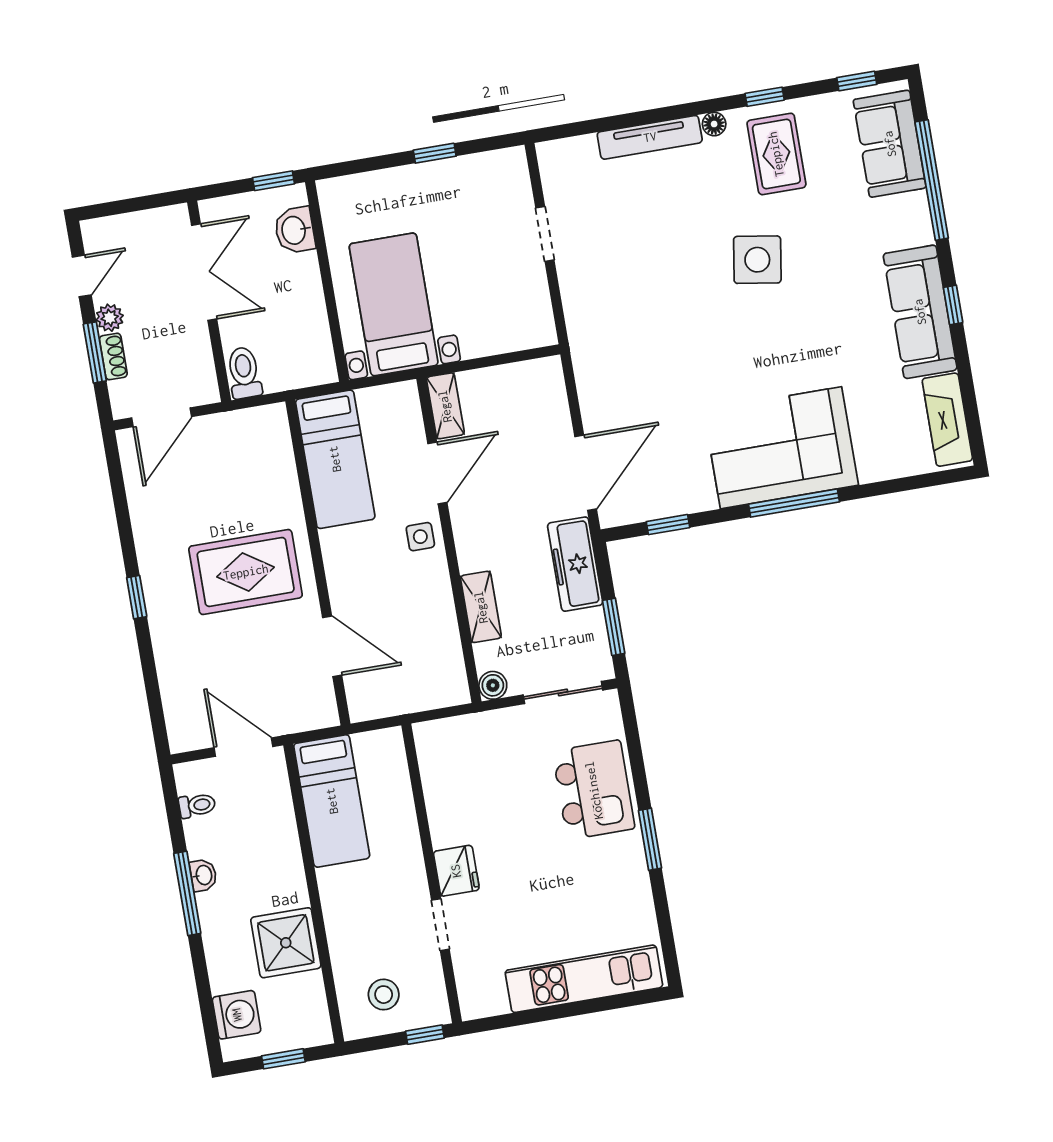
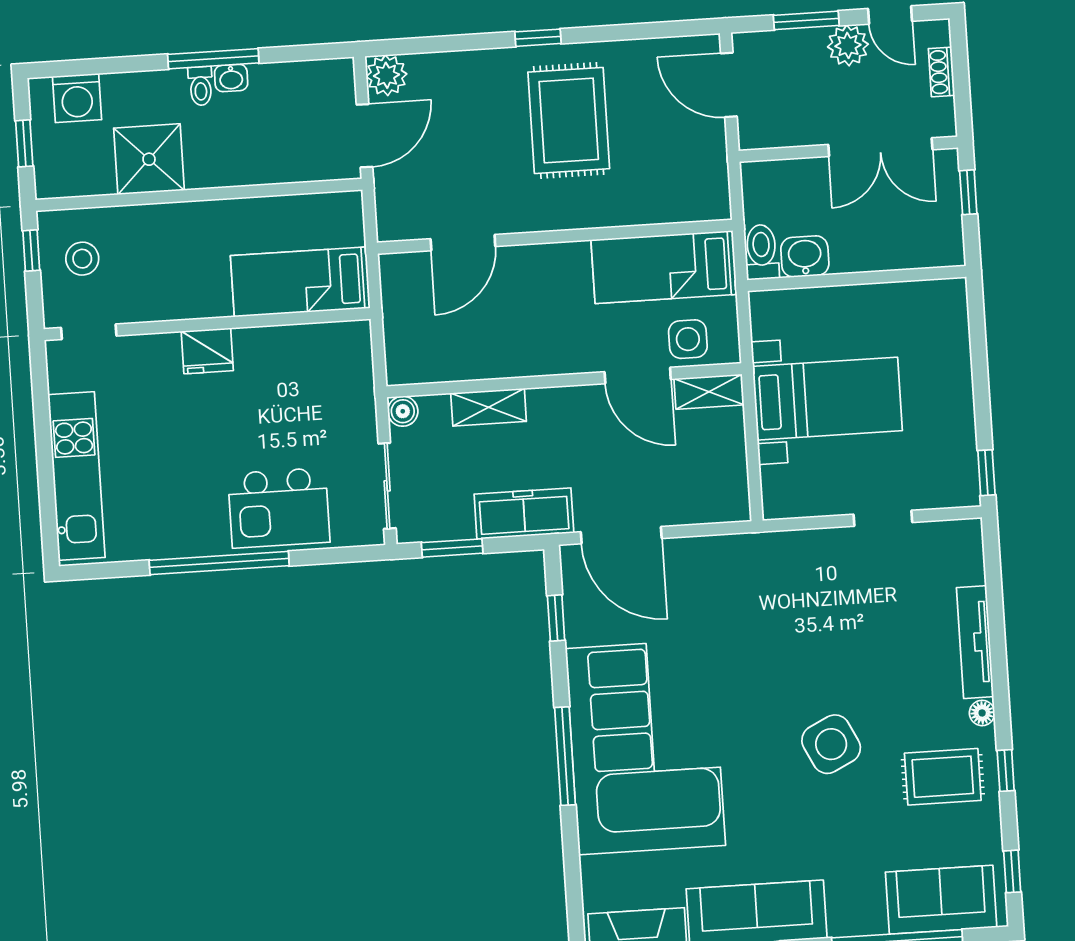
window: (435, 153) -> (986, 473), moved
window: (274, 181) -> (968, 192), moved
washbasin: (295, 230) -> (805, 256), moved
side table: (757, 260) -> (831, 744), turned -35
bed with nightstands: (394, 304) -> (827, 399), moved
plant: (110, 318) -> (848, 45), width x1.38, depth x1.38
shoe rack: (113, 356) -> (942, 72), moved, turned 90
toilet: (244, 373) -> (762, 252), moved, turned -90
corner sofa: (781, 448) -> (645, 747), width x1.36, depth x1.36
side table: (420, 537) -> (688, 339), moved, width x1.37, depth x1.37
rug: (246, 572) -> (569, 120), moved
plant: (186, 733) -> (387, 75), added
bed: (332, 801) -> (300, 282), moved
toilet: (197, 805) -> (201, 86), moved
window: (650, 839) -> (219, 563), width x2.11
doorway: (440, 925) -> (89, 332), moved
window: (425, 1035) -> (31, 250), moved

